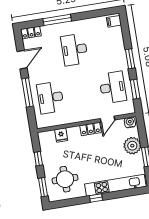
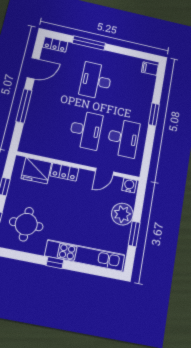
window: (135, 89) -> (148, 150), removed
desk: (50, 98) -> (86, 130), moved, turned 180
locker: (91, 129) -> (64, 172), moved
fridge: (61, 135) -> (36, 171), width x1.88, depth x1.34

